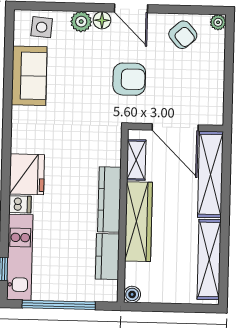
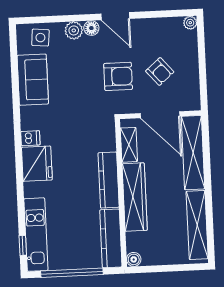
armchair: (183, 35) -> (160, 71), moved
dishwasher: (20, 204) -> (30, 138), moved
kitchen counter: (107, 257) -> (111, 238), width x1.50

